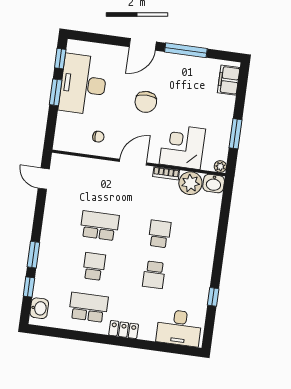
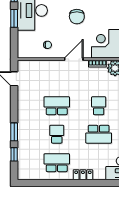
school desk: (154, 275) -> (99, 134), width x1.85
washbasin: (39, 308) -> (23, 168), removed

